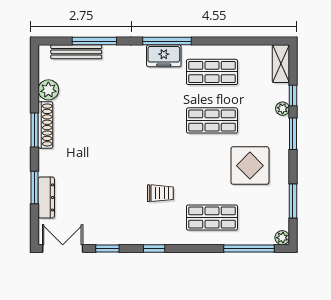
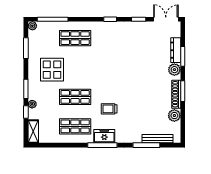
plant: (48, 165) -> (174, 70), added
trolley: (160, 193) -> (109, 109), moved
double door: (63, 248) -> (166, 19), swing flipped

